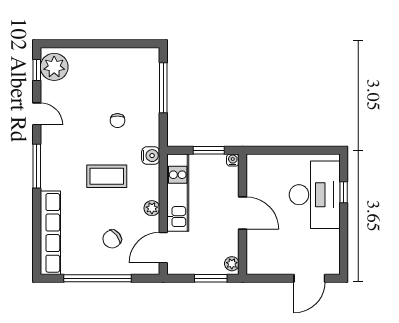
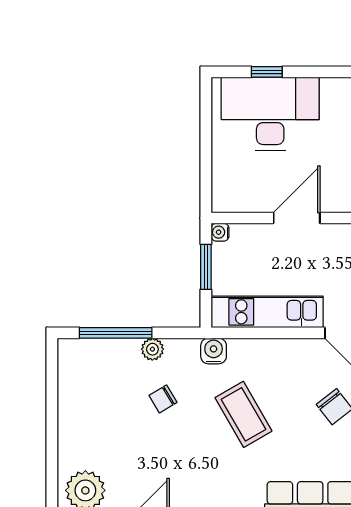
chair: (117, 121) -> (163, 399), turned 149
coffee table: (107, 176) -> (243, 414), turned -30
plant: (152, 208) -> (152, 349), moved

